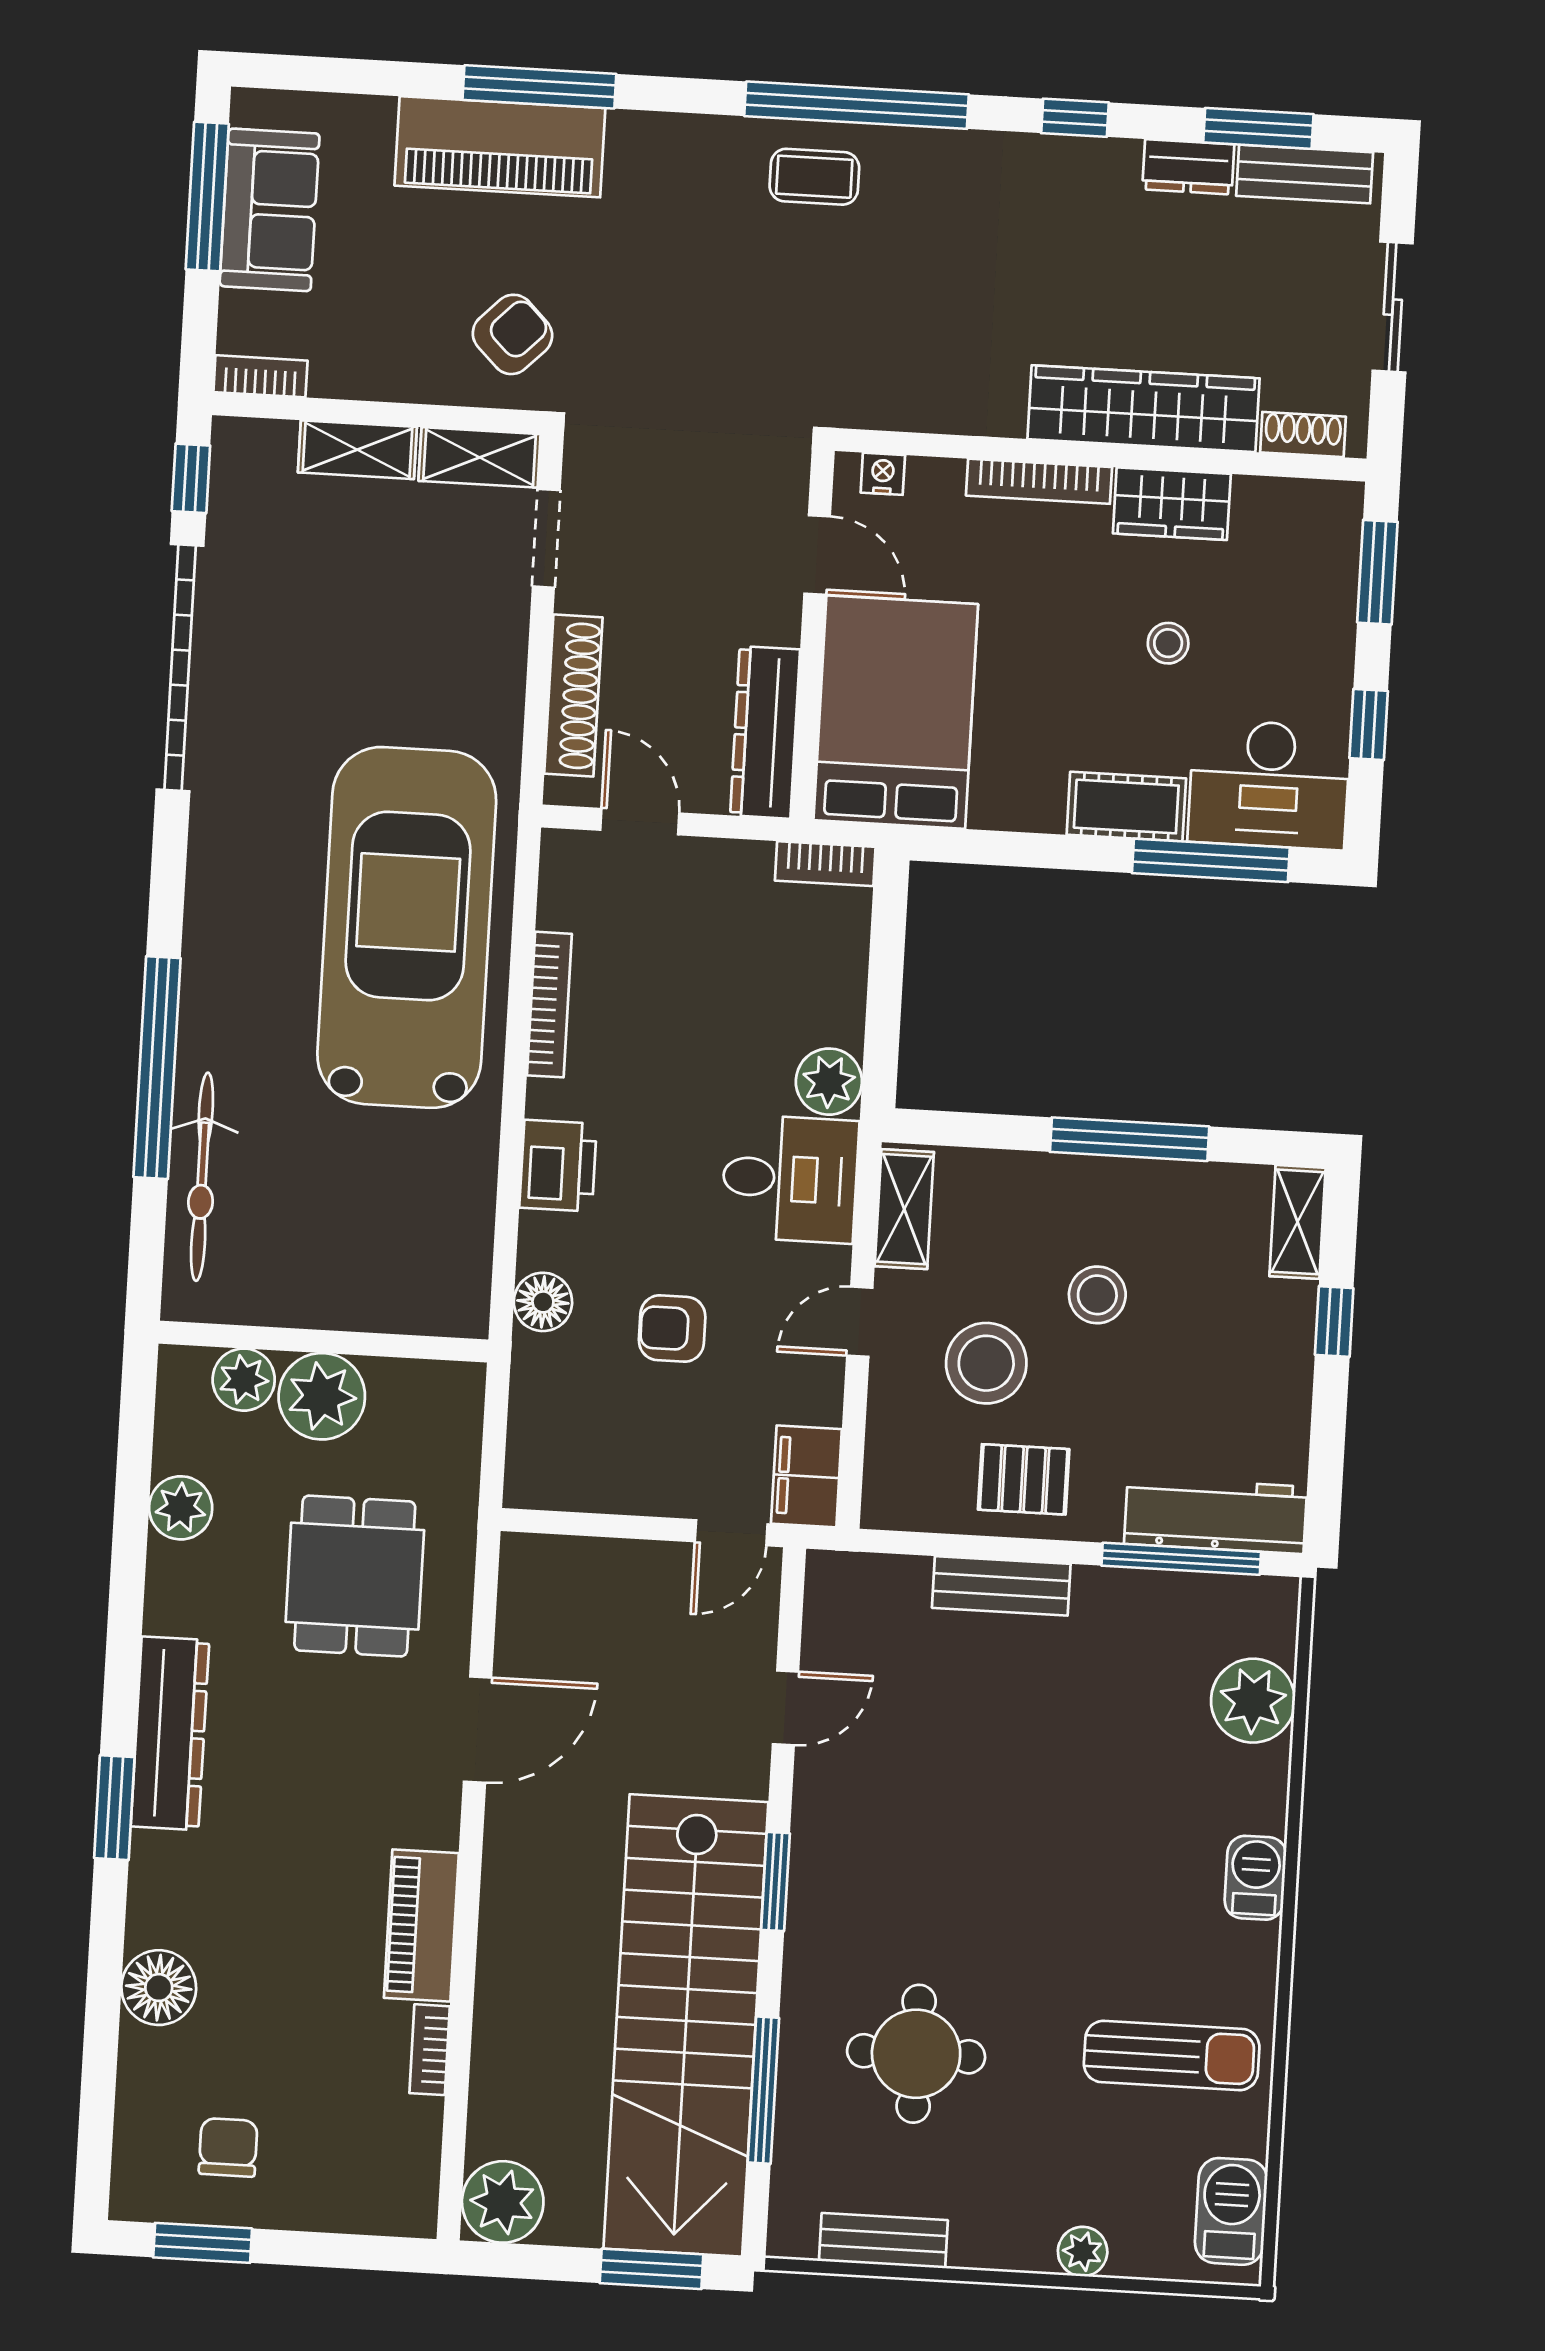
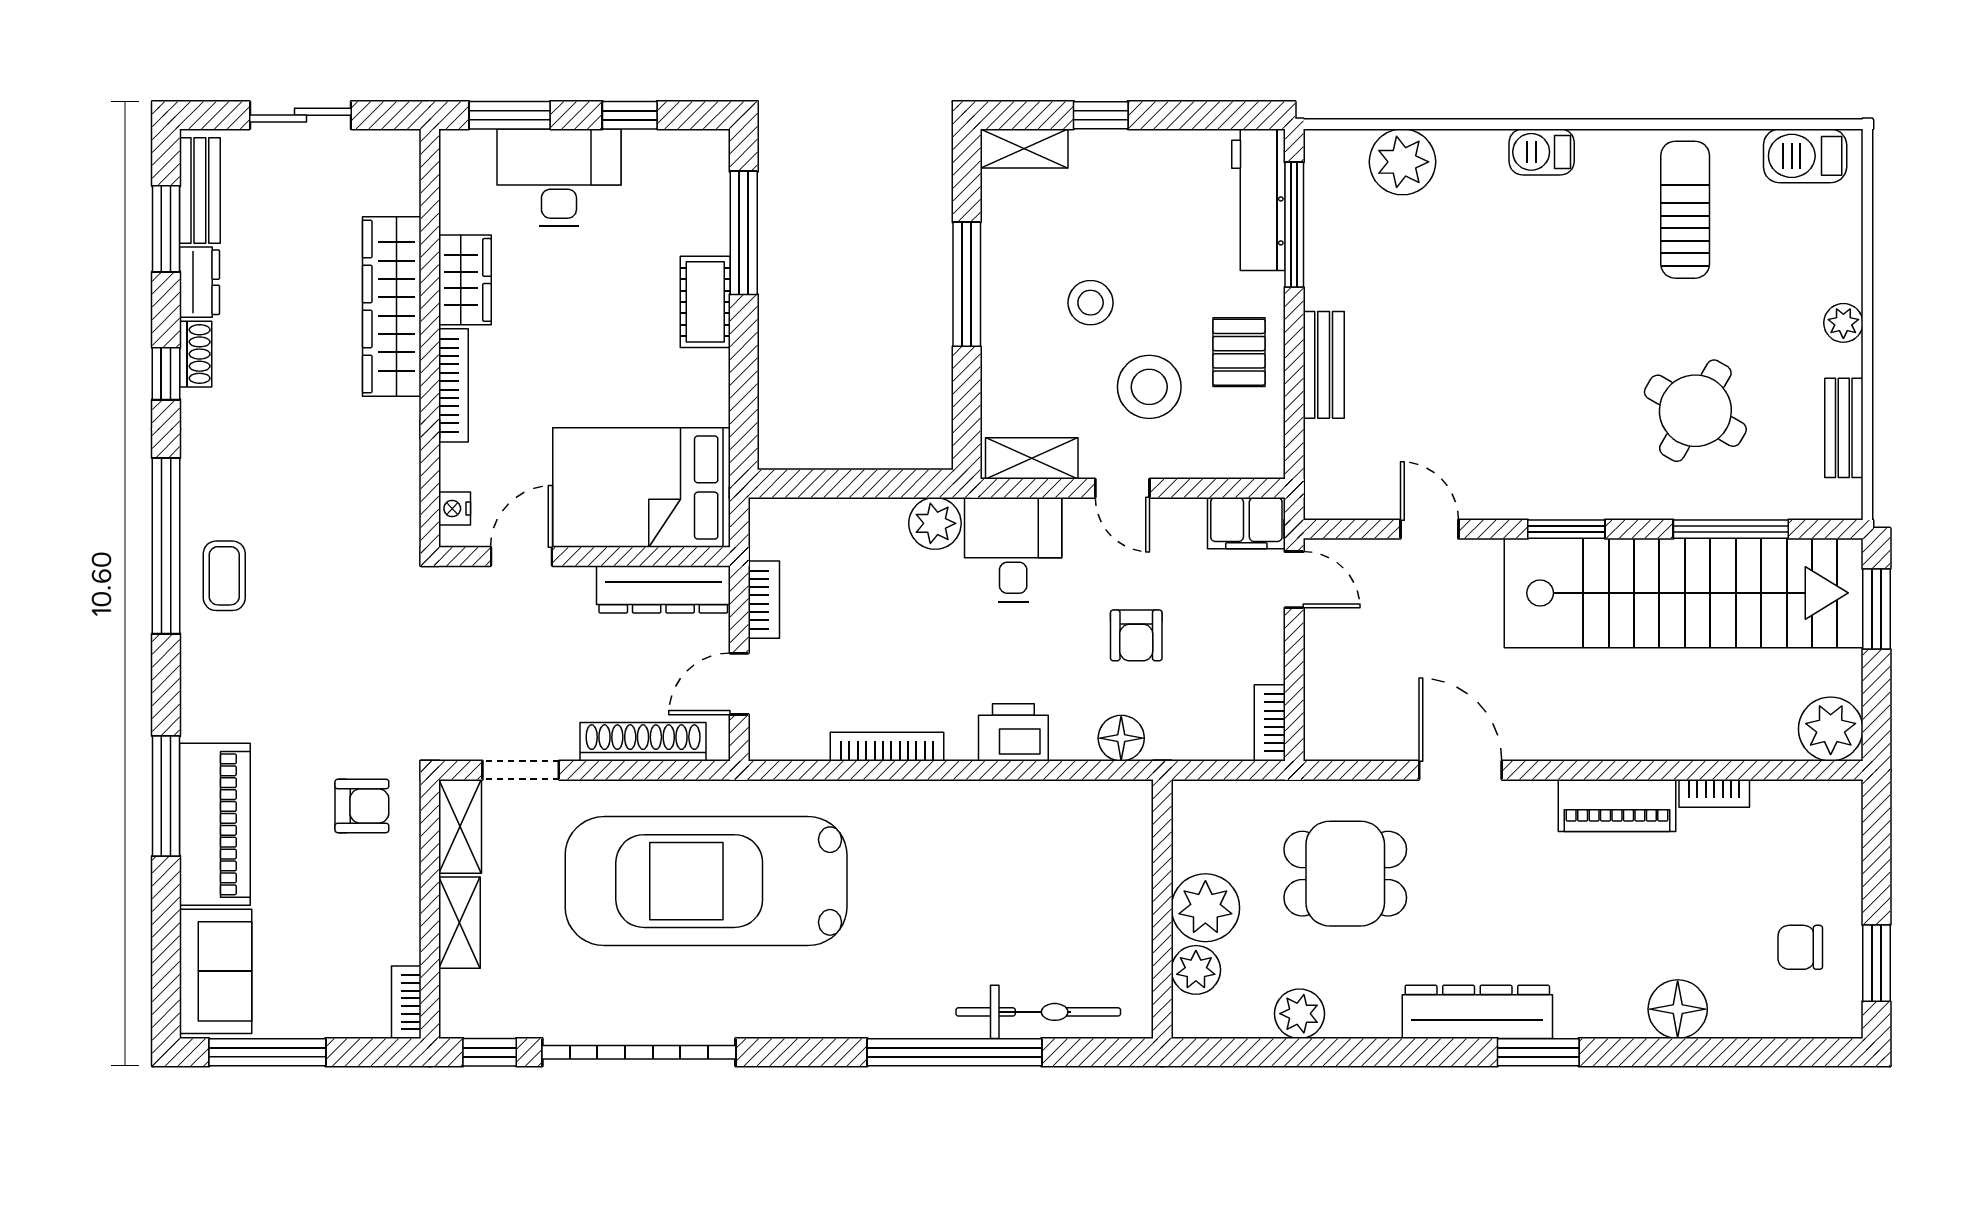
sofa: (270, 210) -> (216, 971), moved, turned 90
armchair: (512, 334) -> (362, 806), turned 135
shoe rack: (1303, 435) -> (196, 354), moved, turned 180
stool: (1168, 643) -> (575, 277), removed
desk: (1269, 785) -> (559, 177), moved, turned -90
bookcase: (825, 864) -> (764, 600), moved
car: (407, 927) -> (706, 881), moved
bookcase: (552, 1491) -> (1270, 723), added
round table: (916, 2054) -> (1695, 411), turned 30
plant: (1083, 2252) -> (1843, 323), moved

